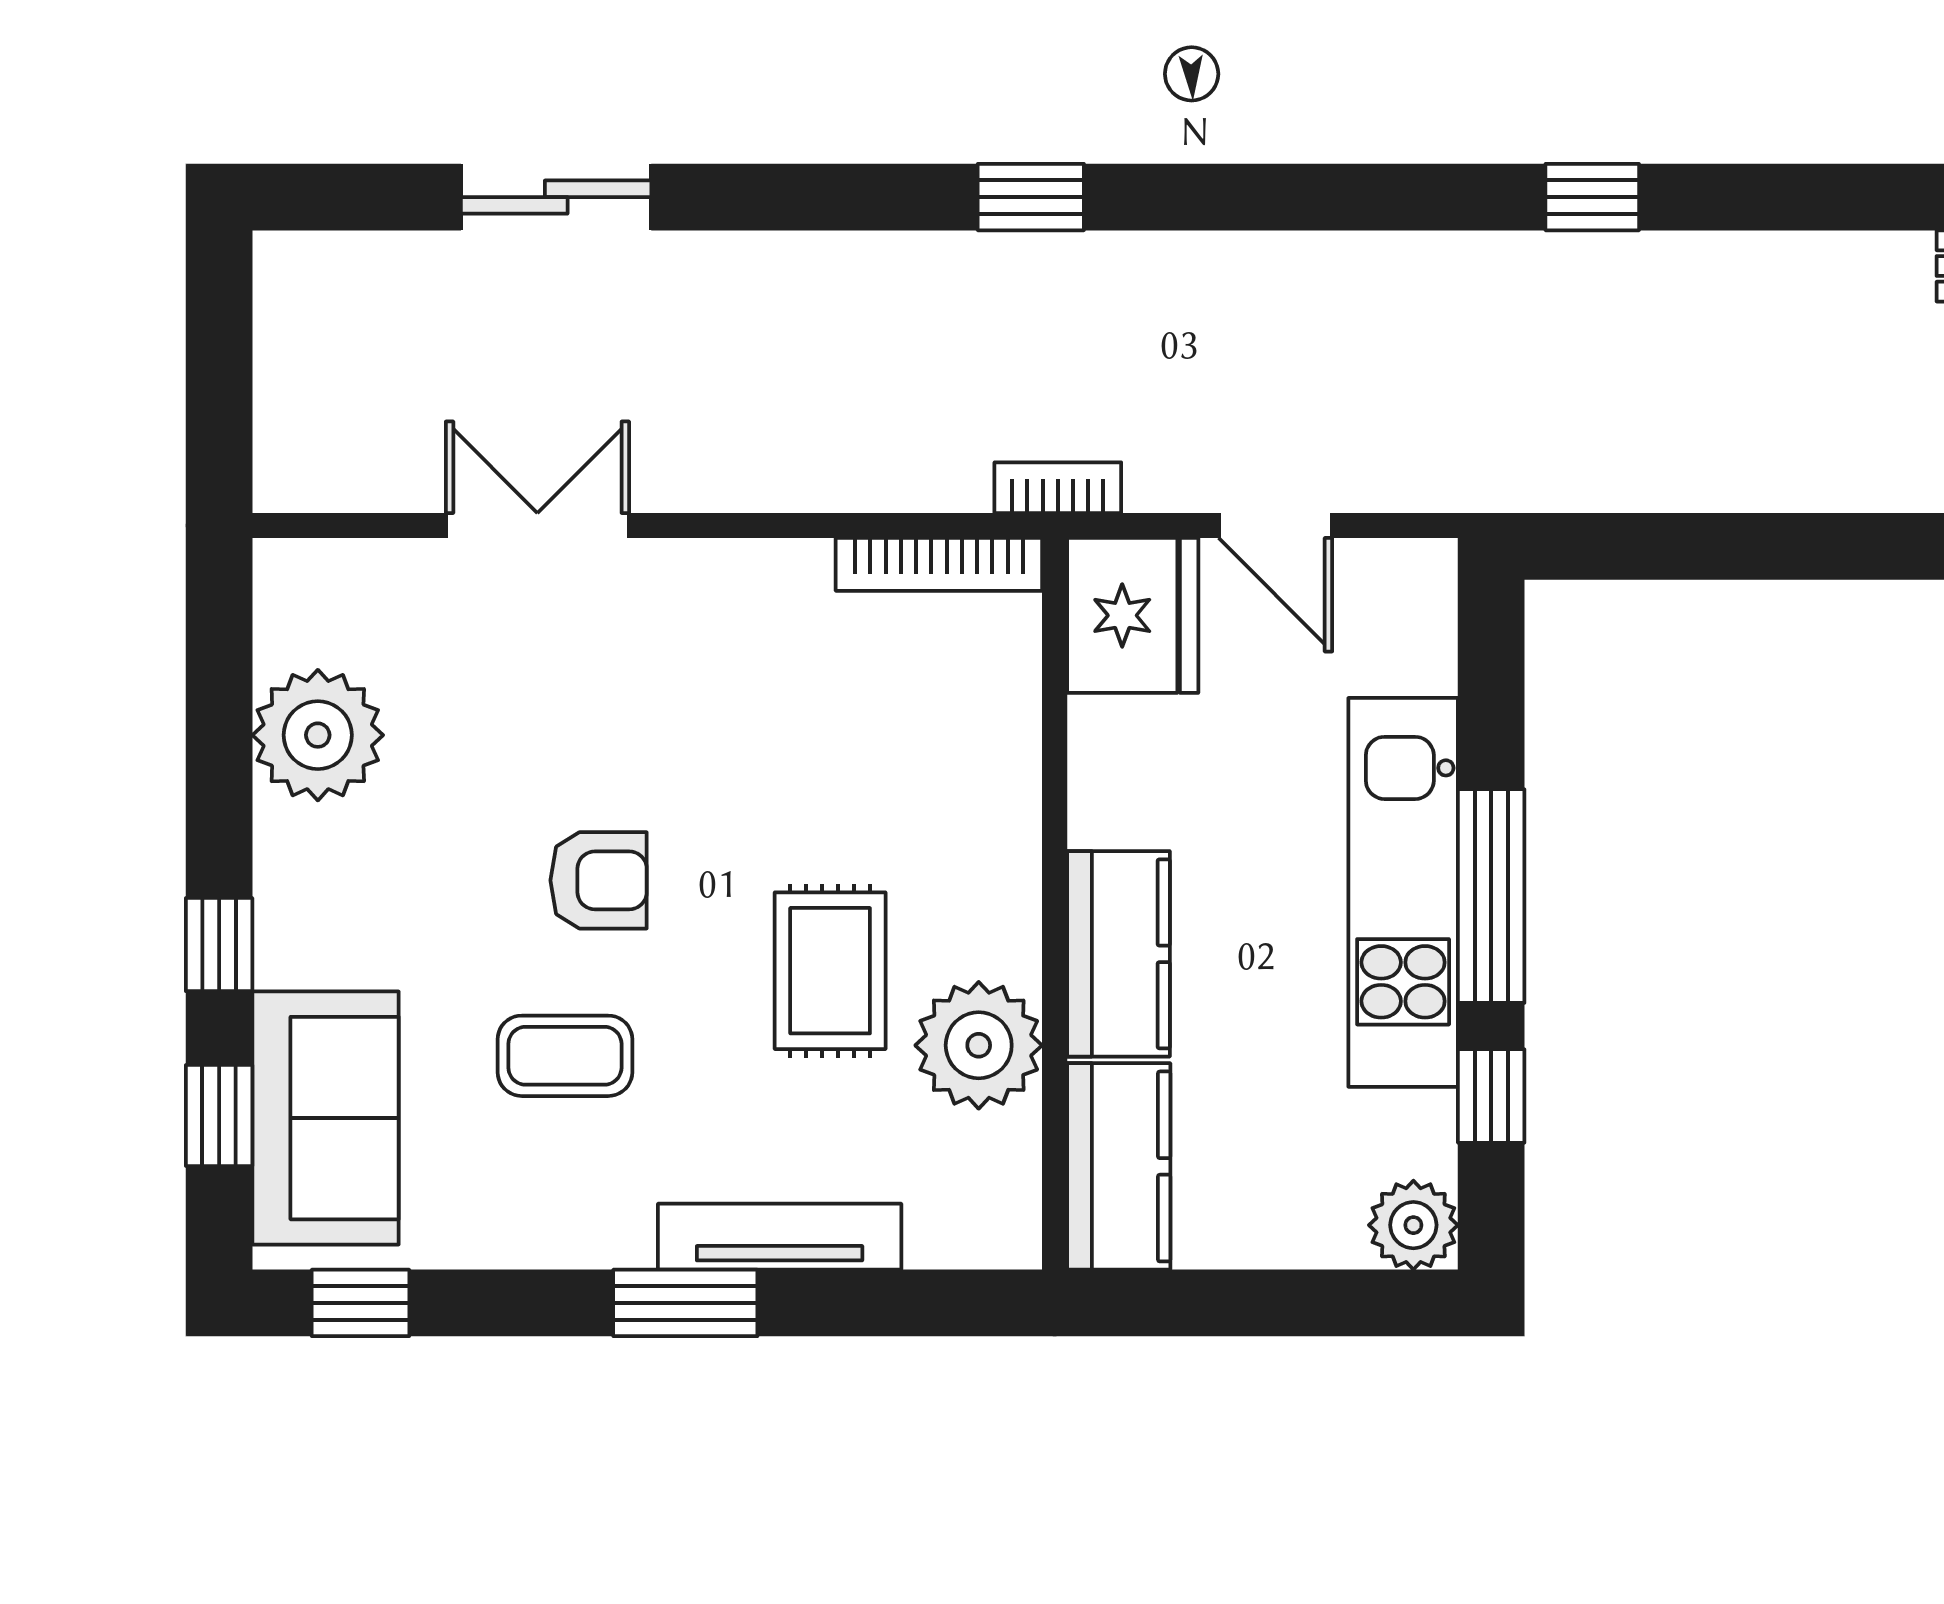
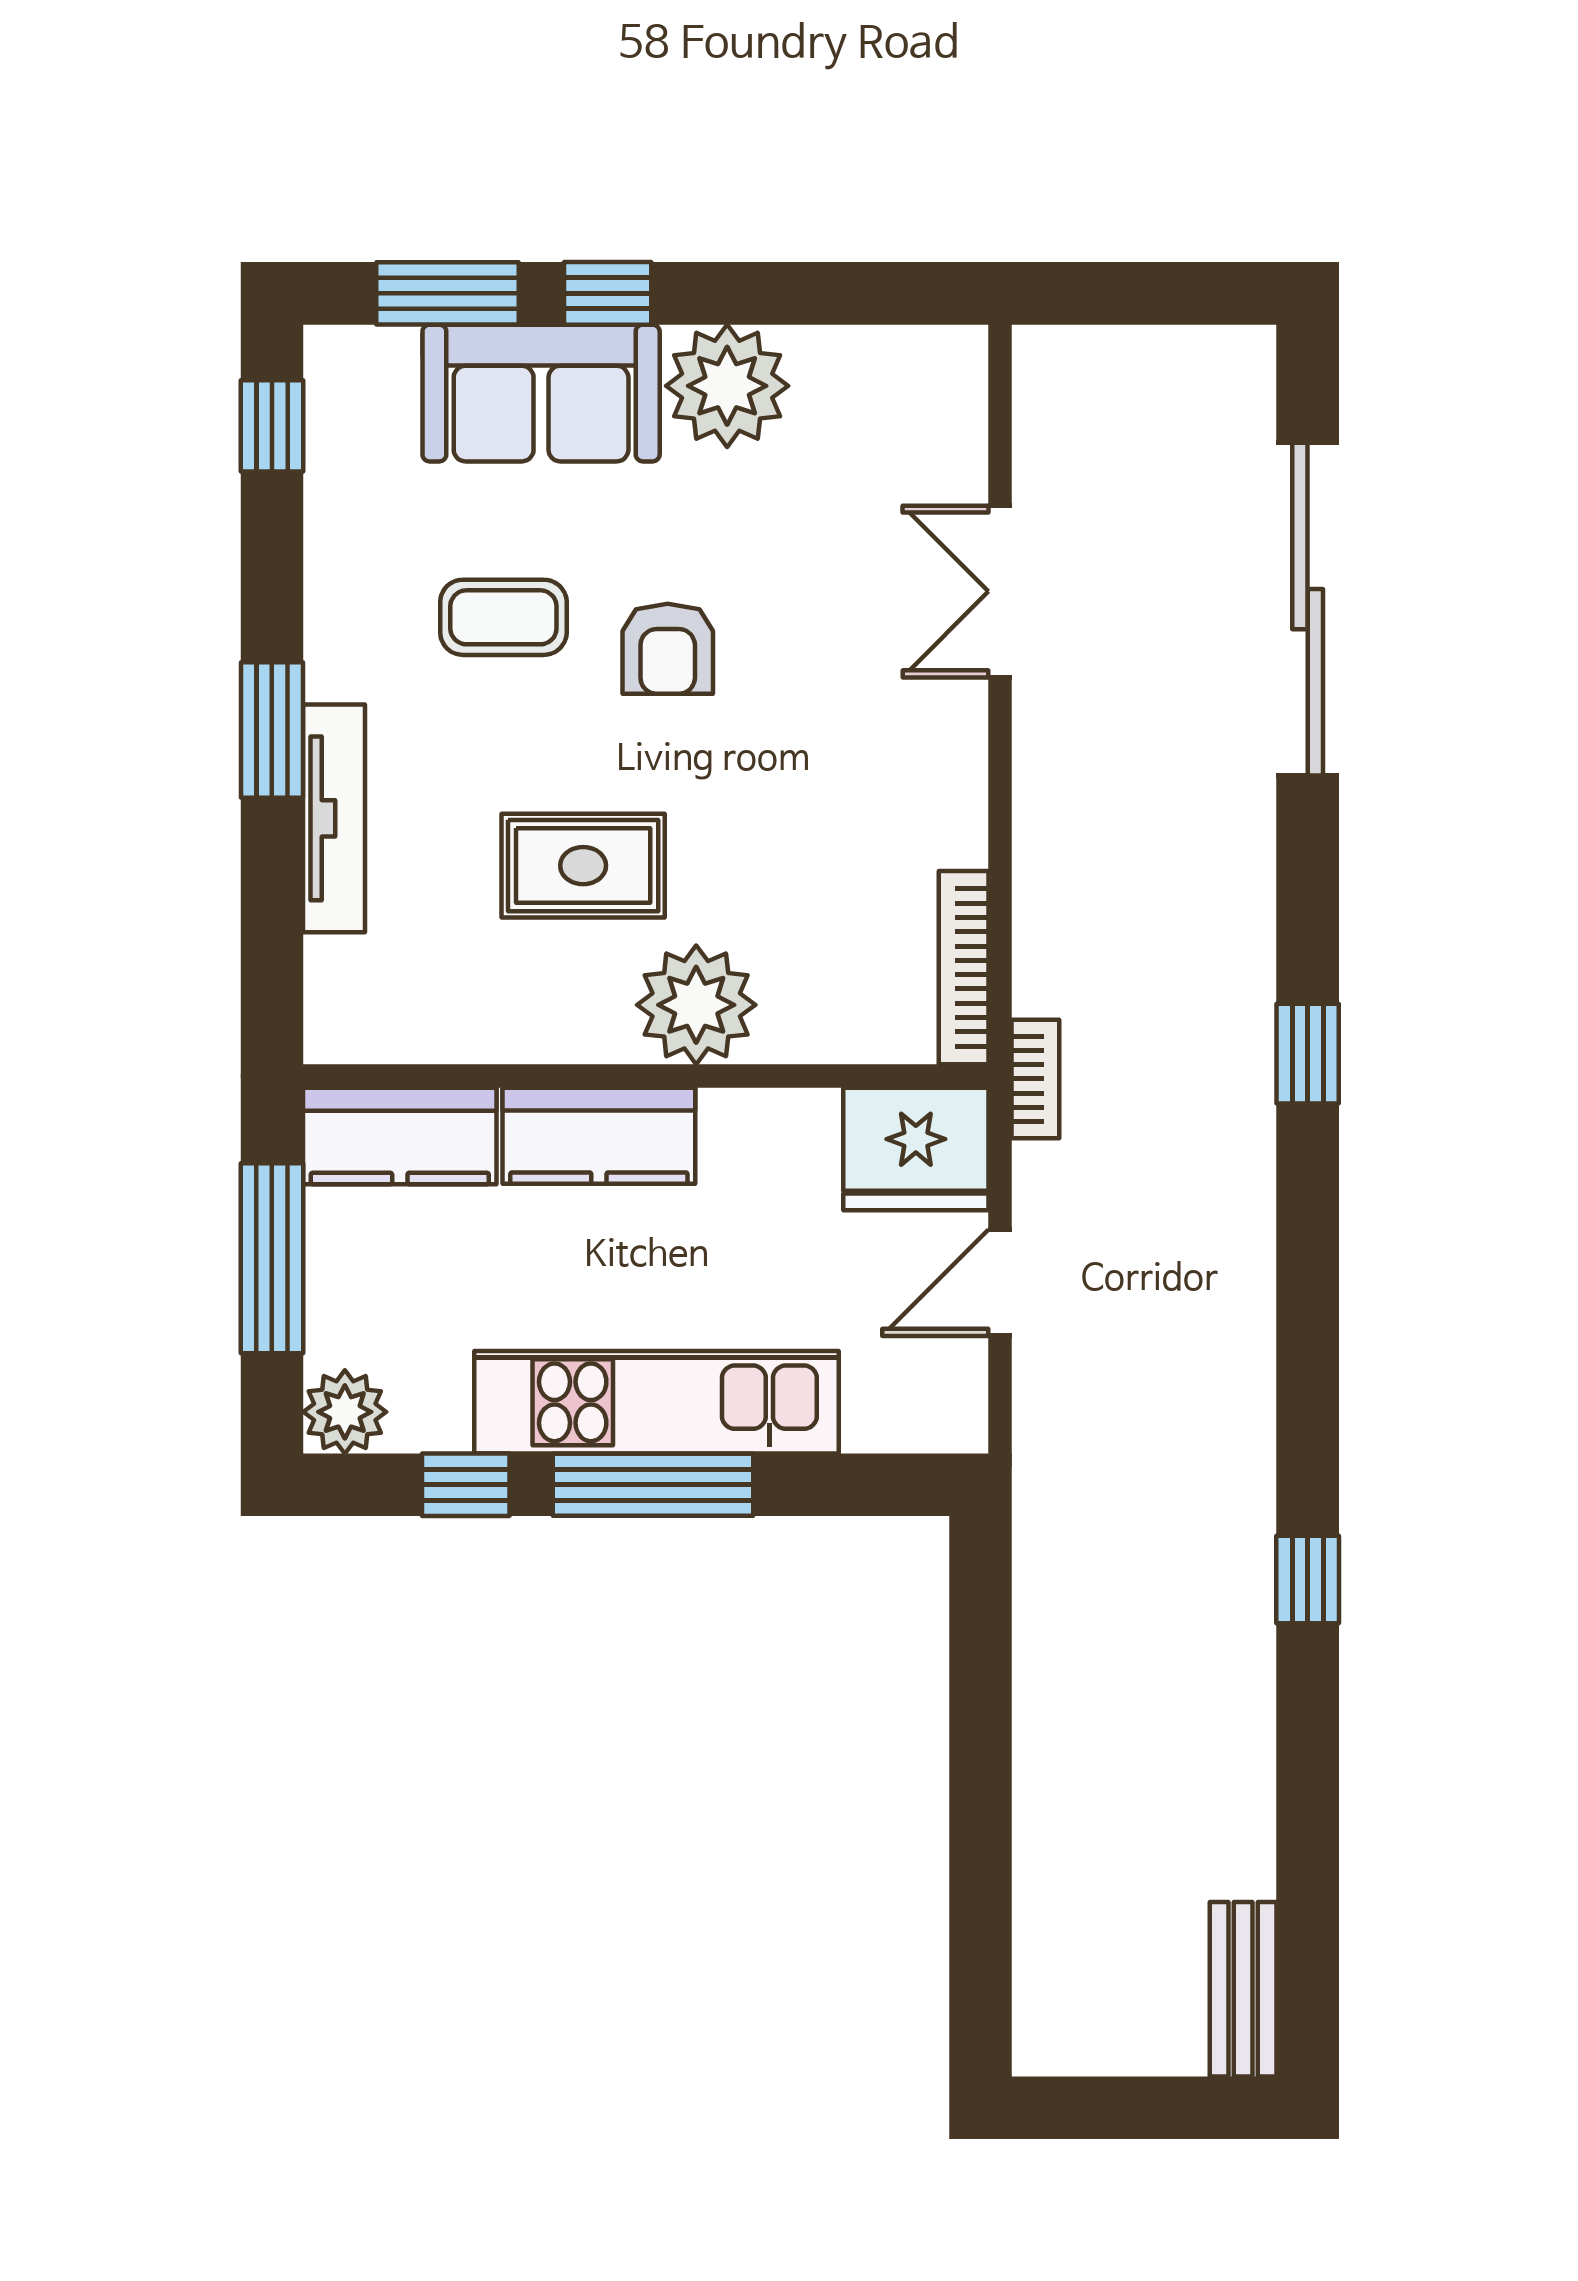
sliding door: (556, 197) -> (1308, 609), width x1.86
double door: (537, 526) -> (1000, 591), swing flipped
plant: (318, 735) -> (727, 386), moved
plant: (979, 1045) -> (696, 1005), moved
coffee table: (565, 1056) -> (503, 617), turned 90
window: (219, 1115) -> (448, 293), width x1.50
sofa: (326, 1118) -> (541, 393), moved
window: (1249, 1303) -> (272, 1258), added

